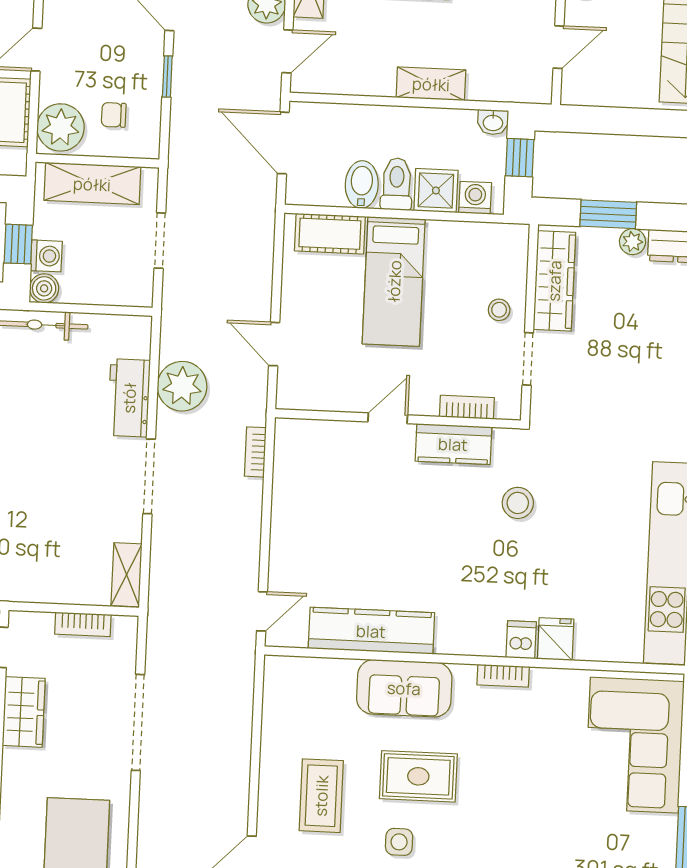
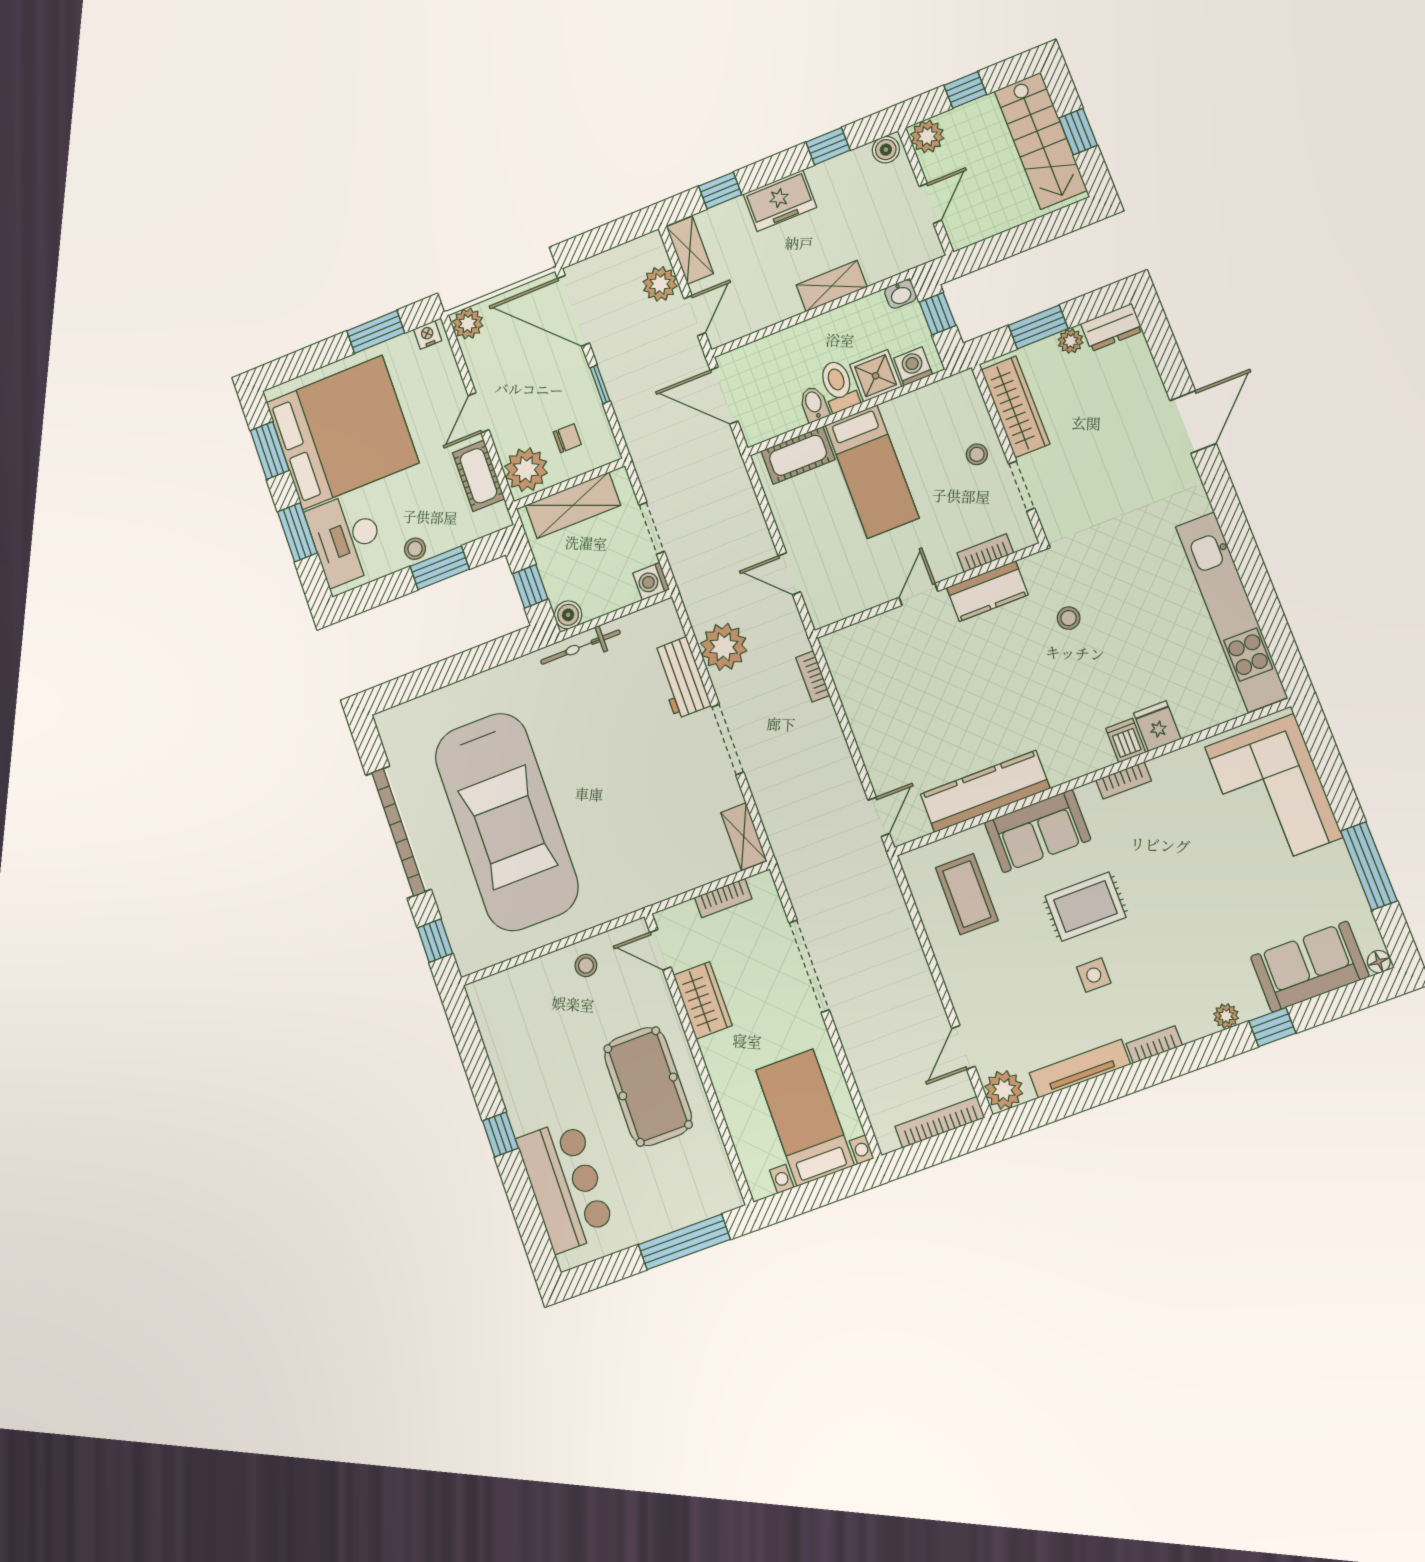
chair: (114, 115) -> (567, 438), turned 180
bidet: (362, 184) -> (814, 404), width x0.72, depth x0.74
washing machine: (46, 256) -> (651, 581), moved, turned 180
stool: (518, 503) -> (1069, 618), width x0.73, depth x0.73
coffee table: (321, 796) -> (967, 894), moved

